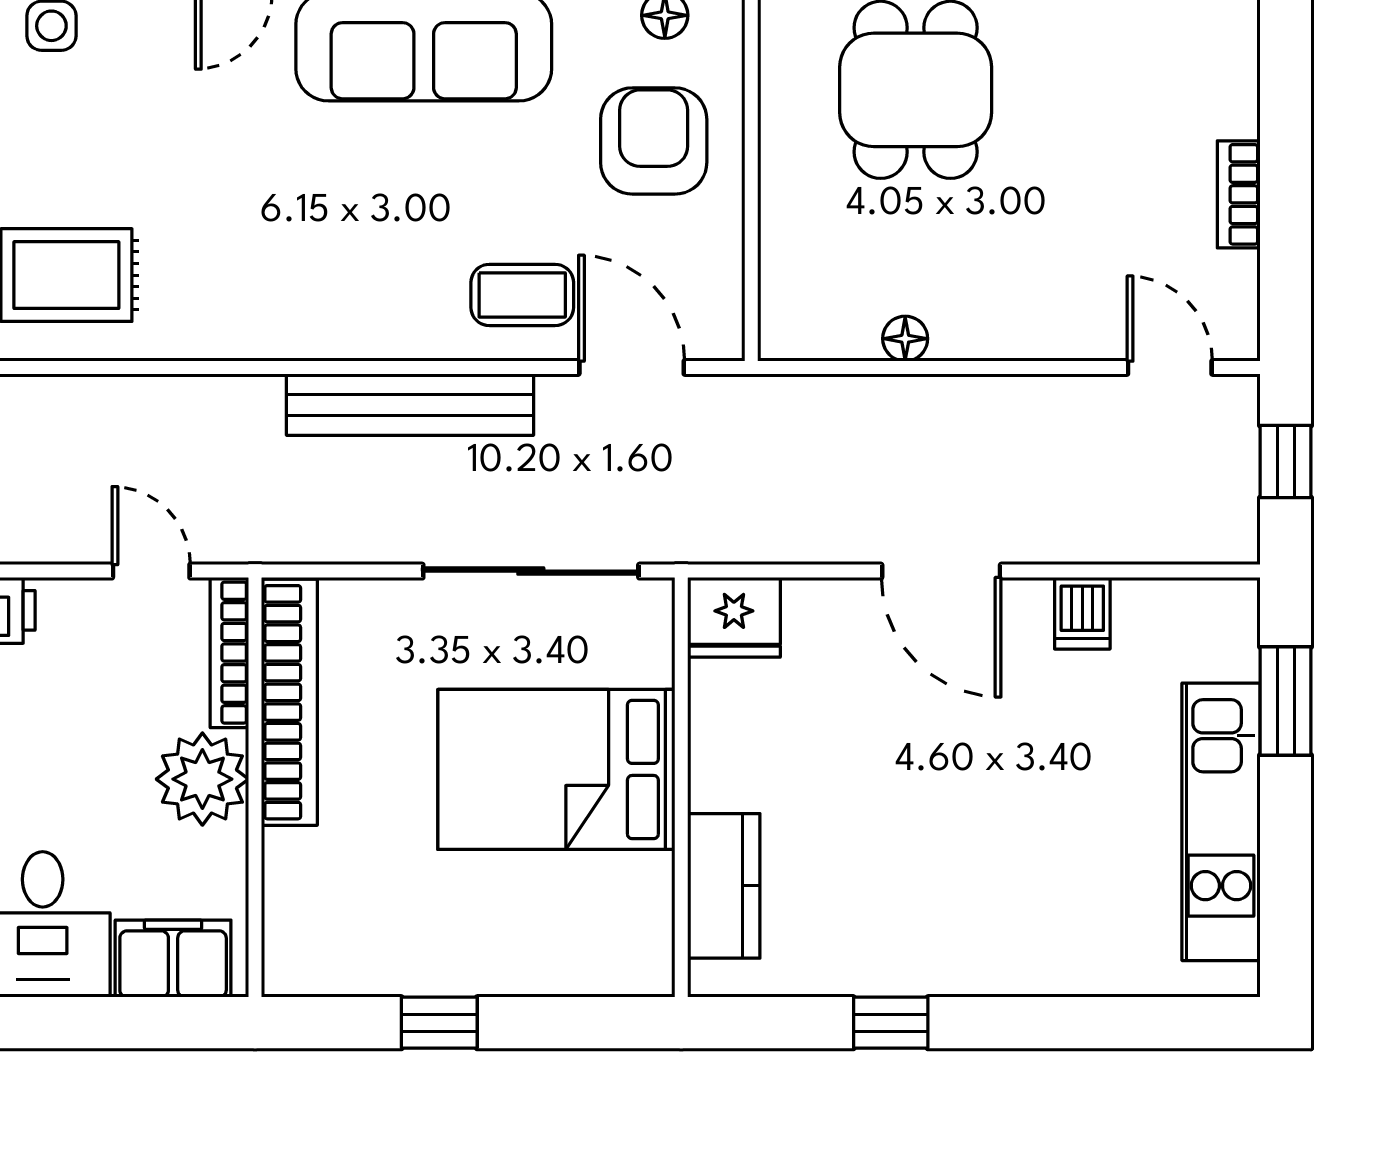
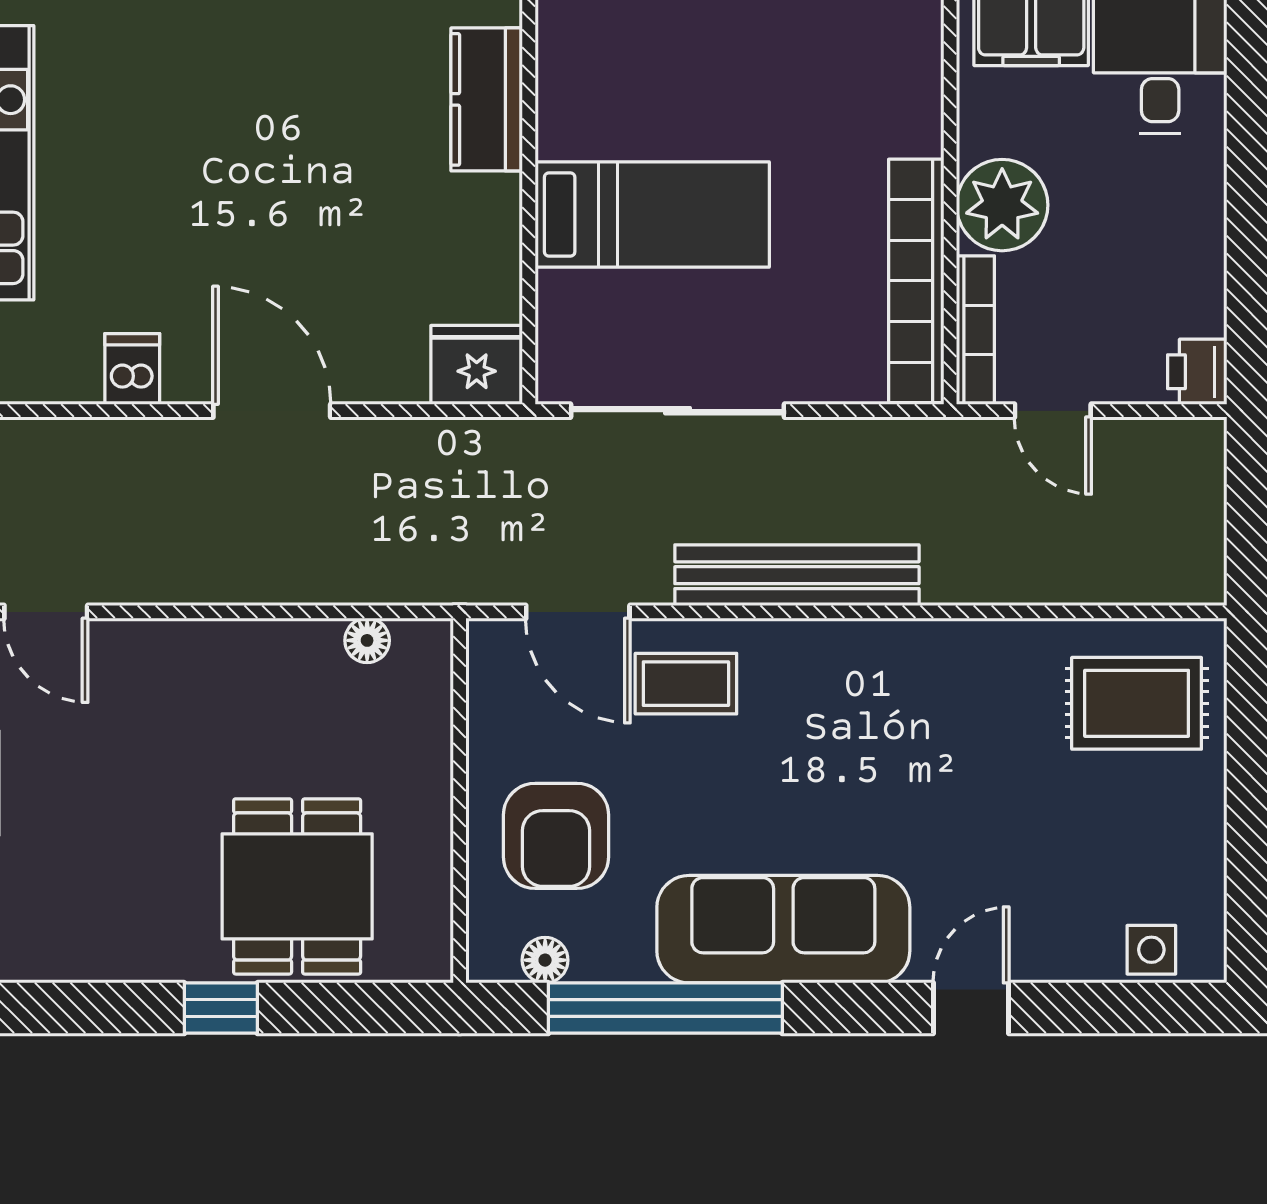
floor lamp: (905, 339) -> (367, 640), moved
bed: (556, 769) -> (652, 215), width x0.67

